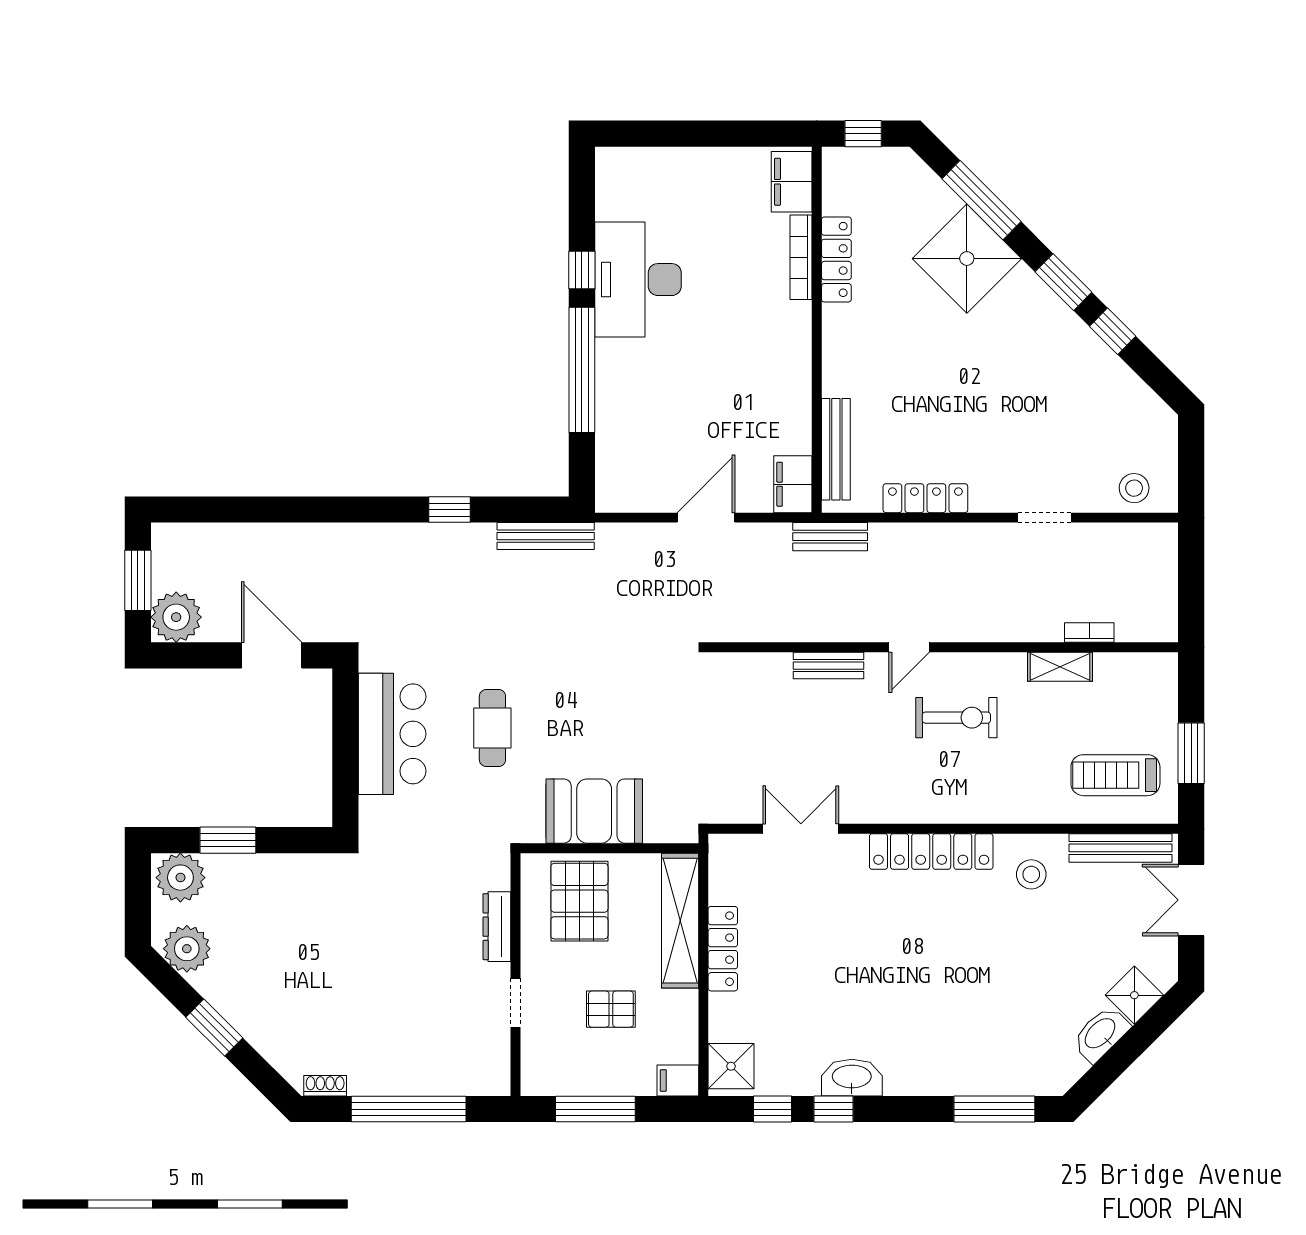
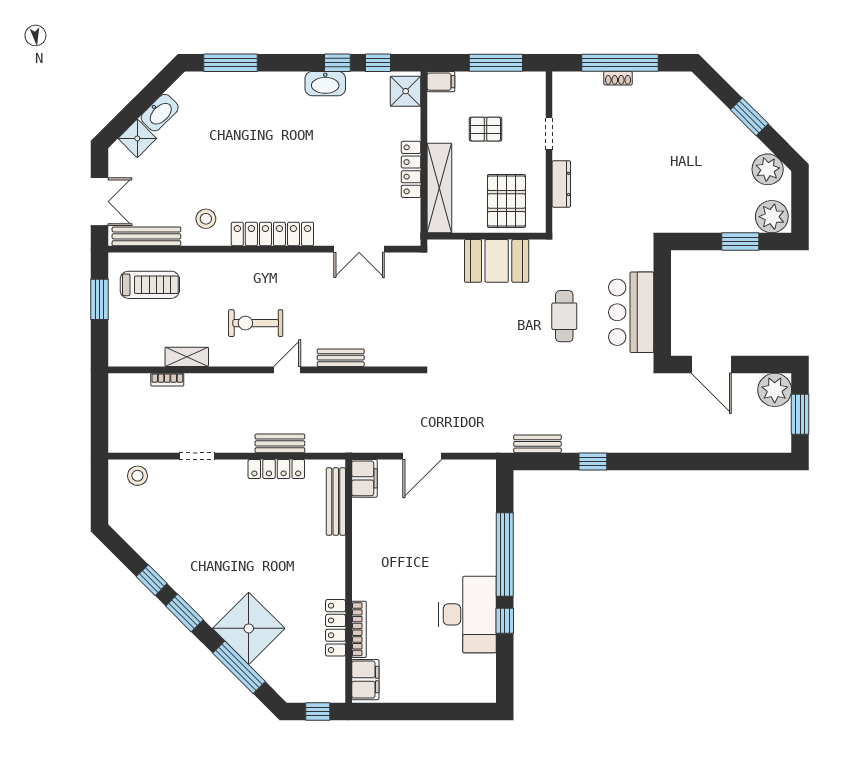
bench: (546, 536) -> (537, 444), width x0.73
bench: (830, 537) -> (280, 443), moved
shoe rack: (325, 1086) -> (618, 78), moved

